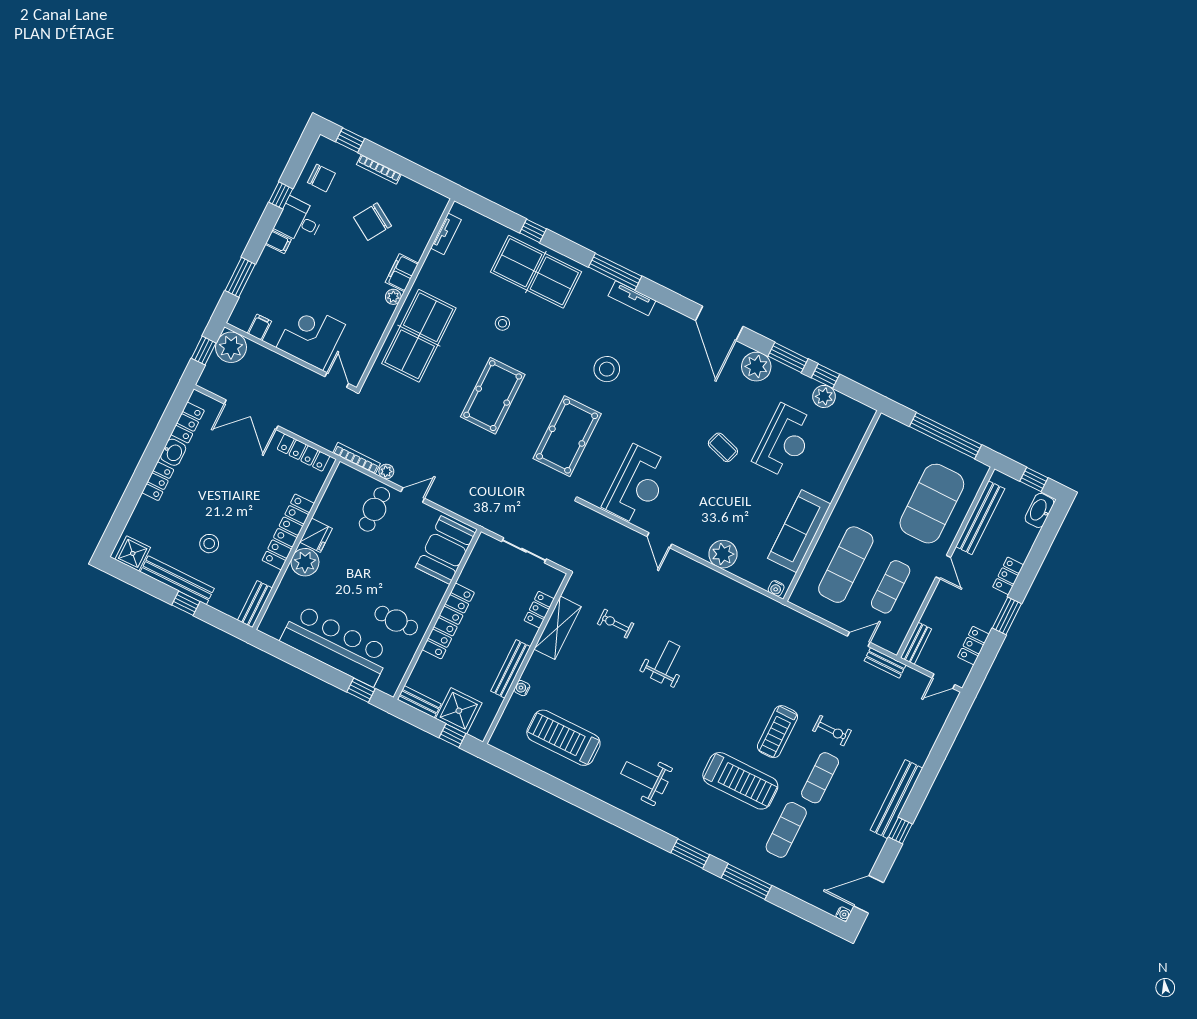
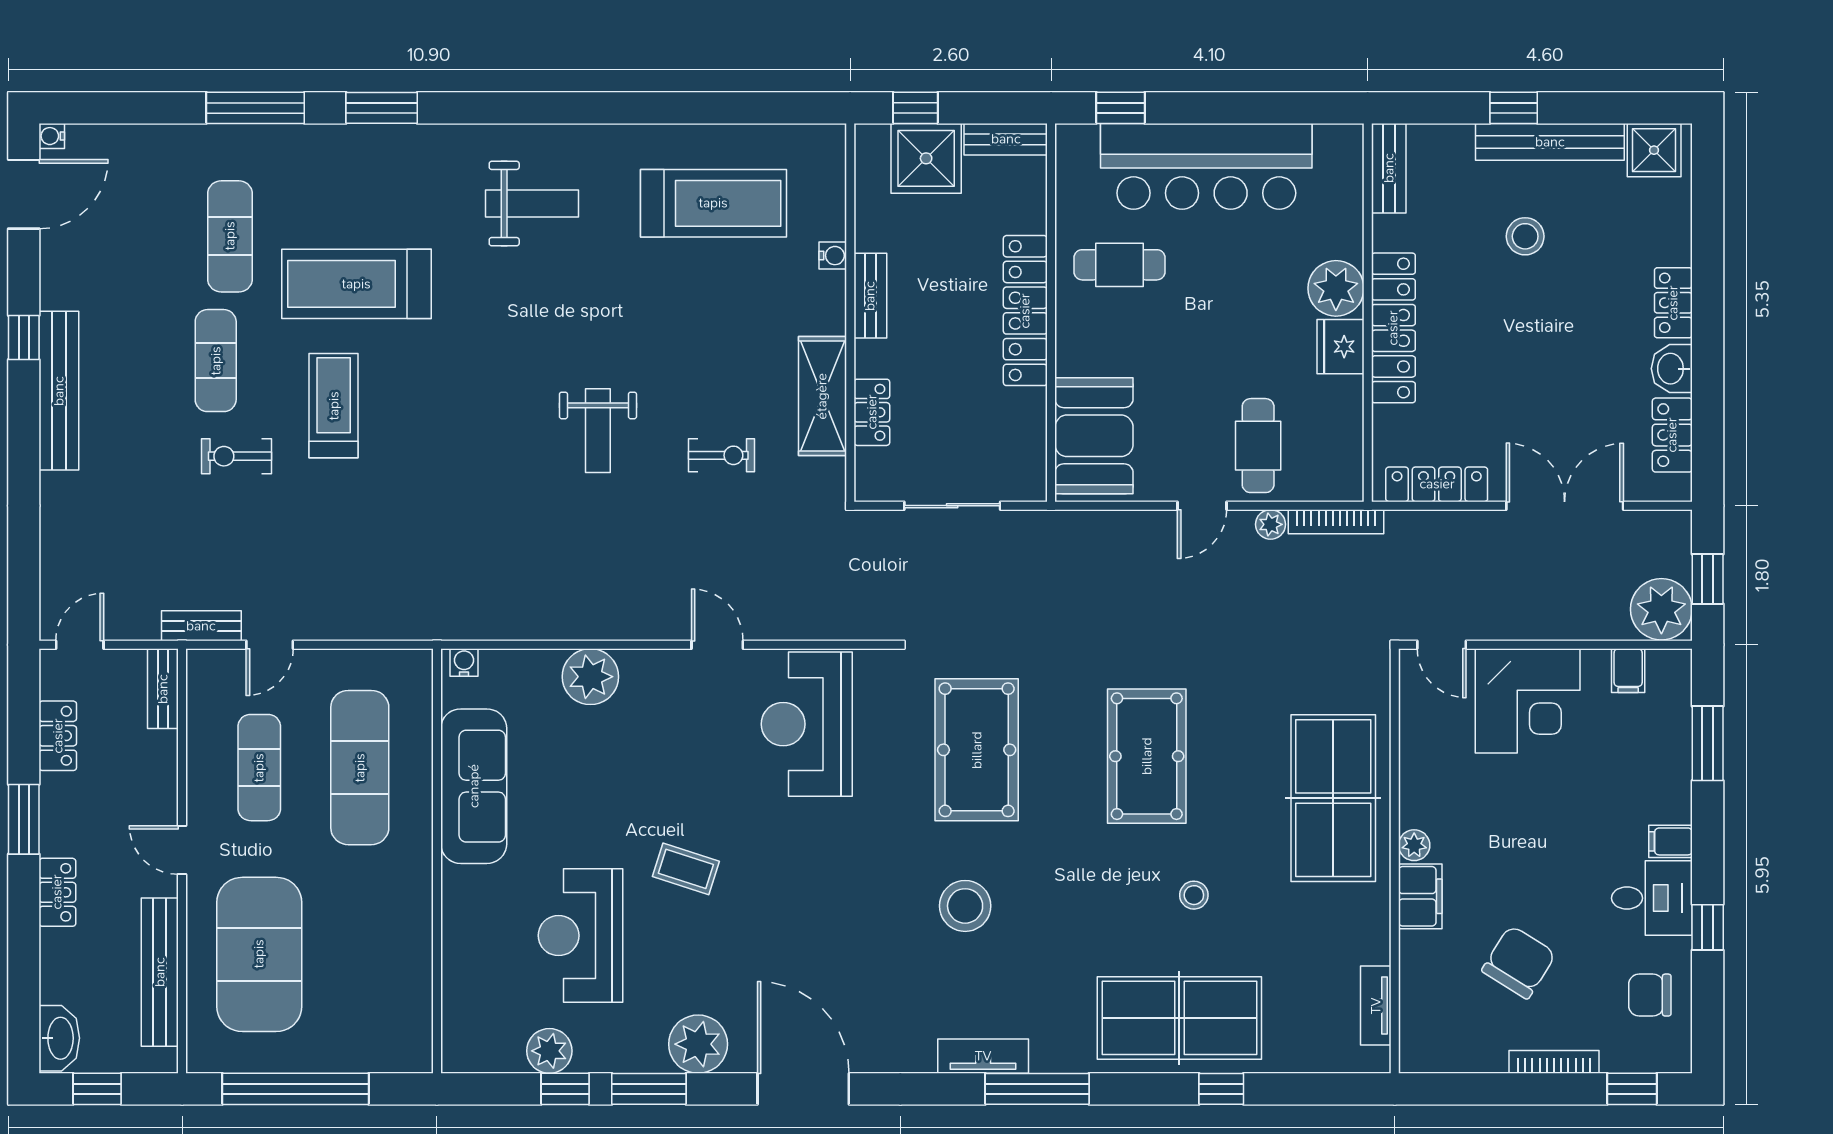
bench: (511, 669) -> (870, 296), width x0.73

